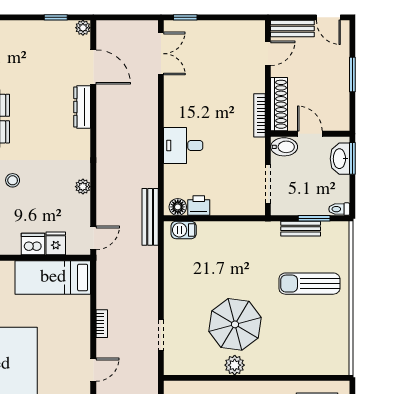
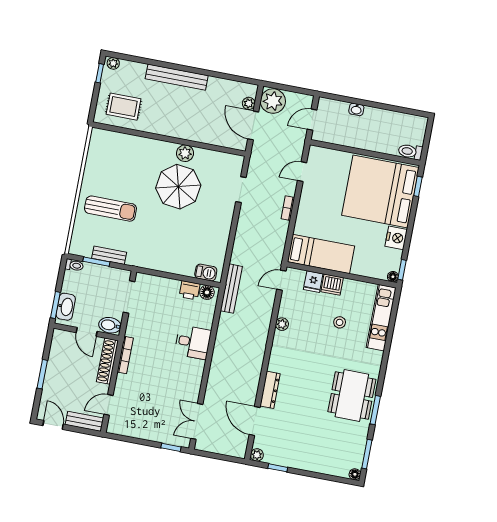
stool: (13, 180) -> (340, 322), moved

